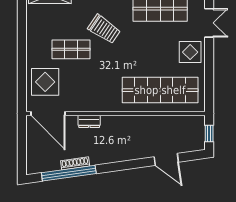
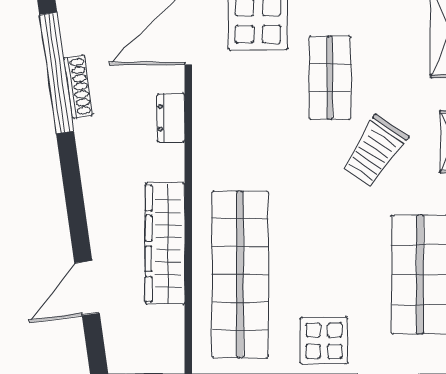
wardrobe: (146, 124) -> (165, 244), added

